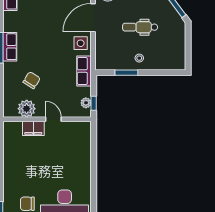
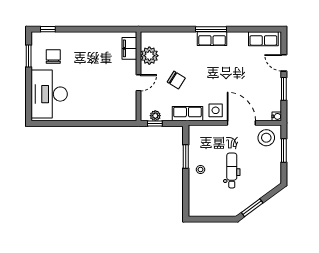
chair: (32, 80) -> (176, 80), moved
filing cabinet: (33, 128) -> (129, 48), moved

